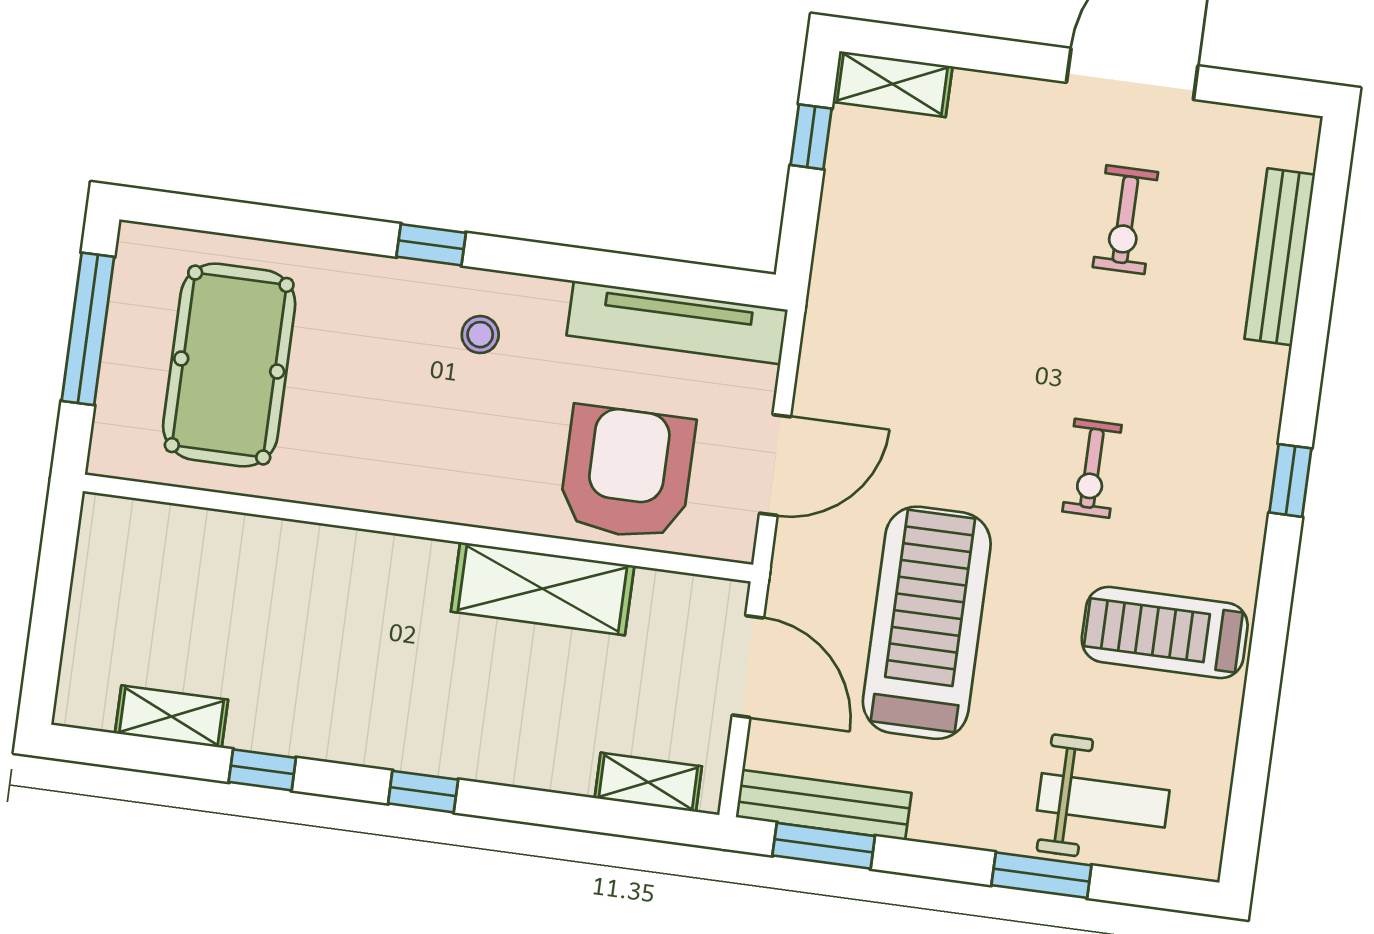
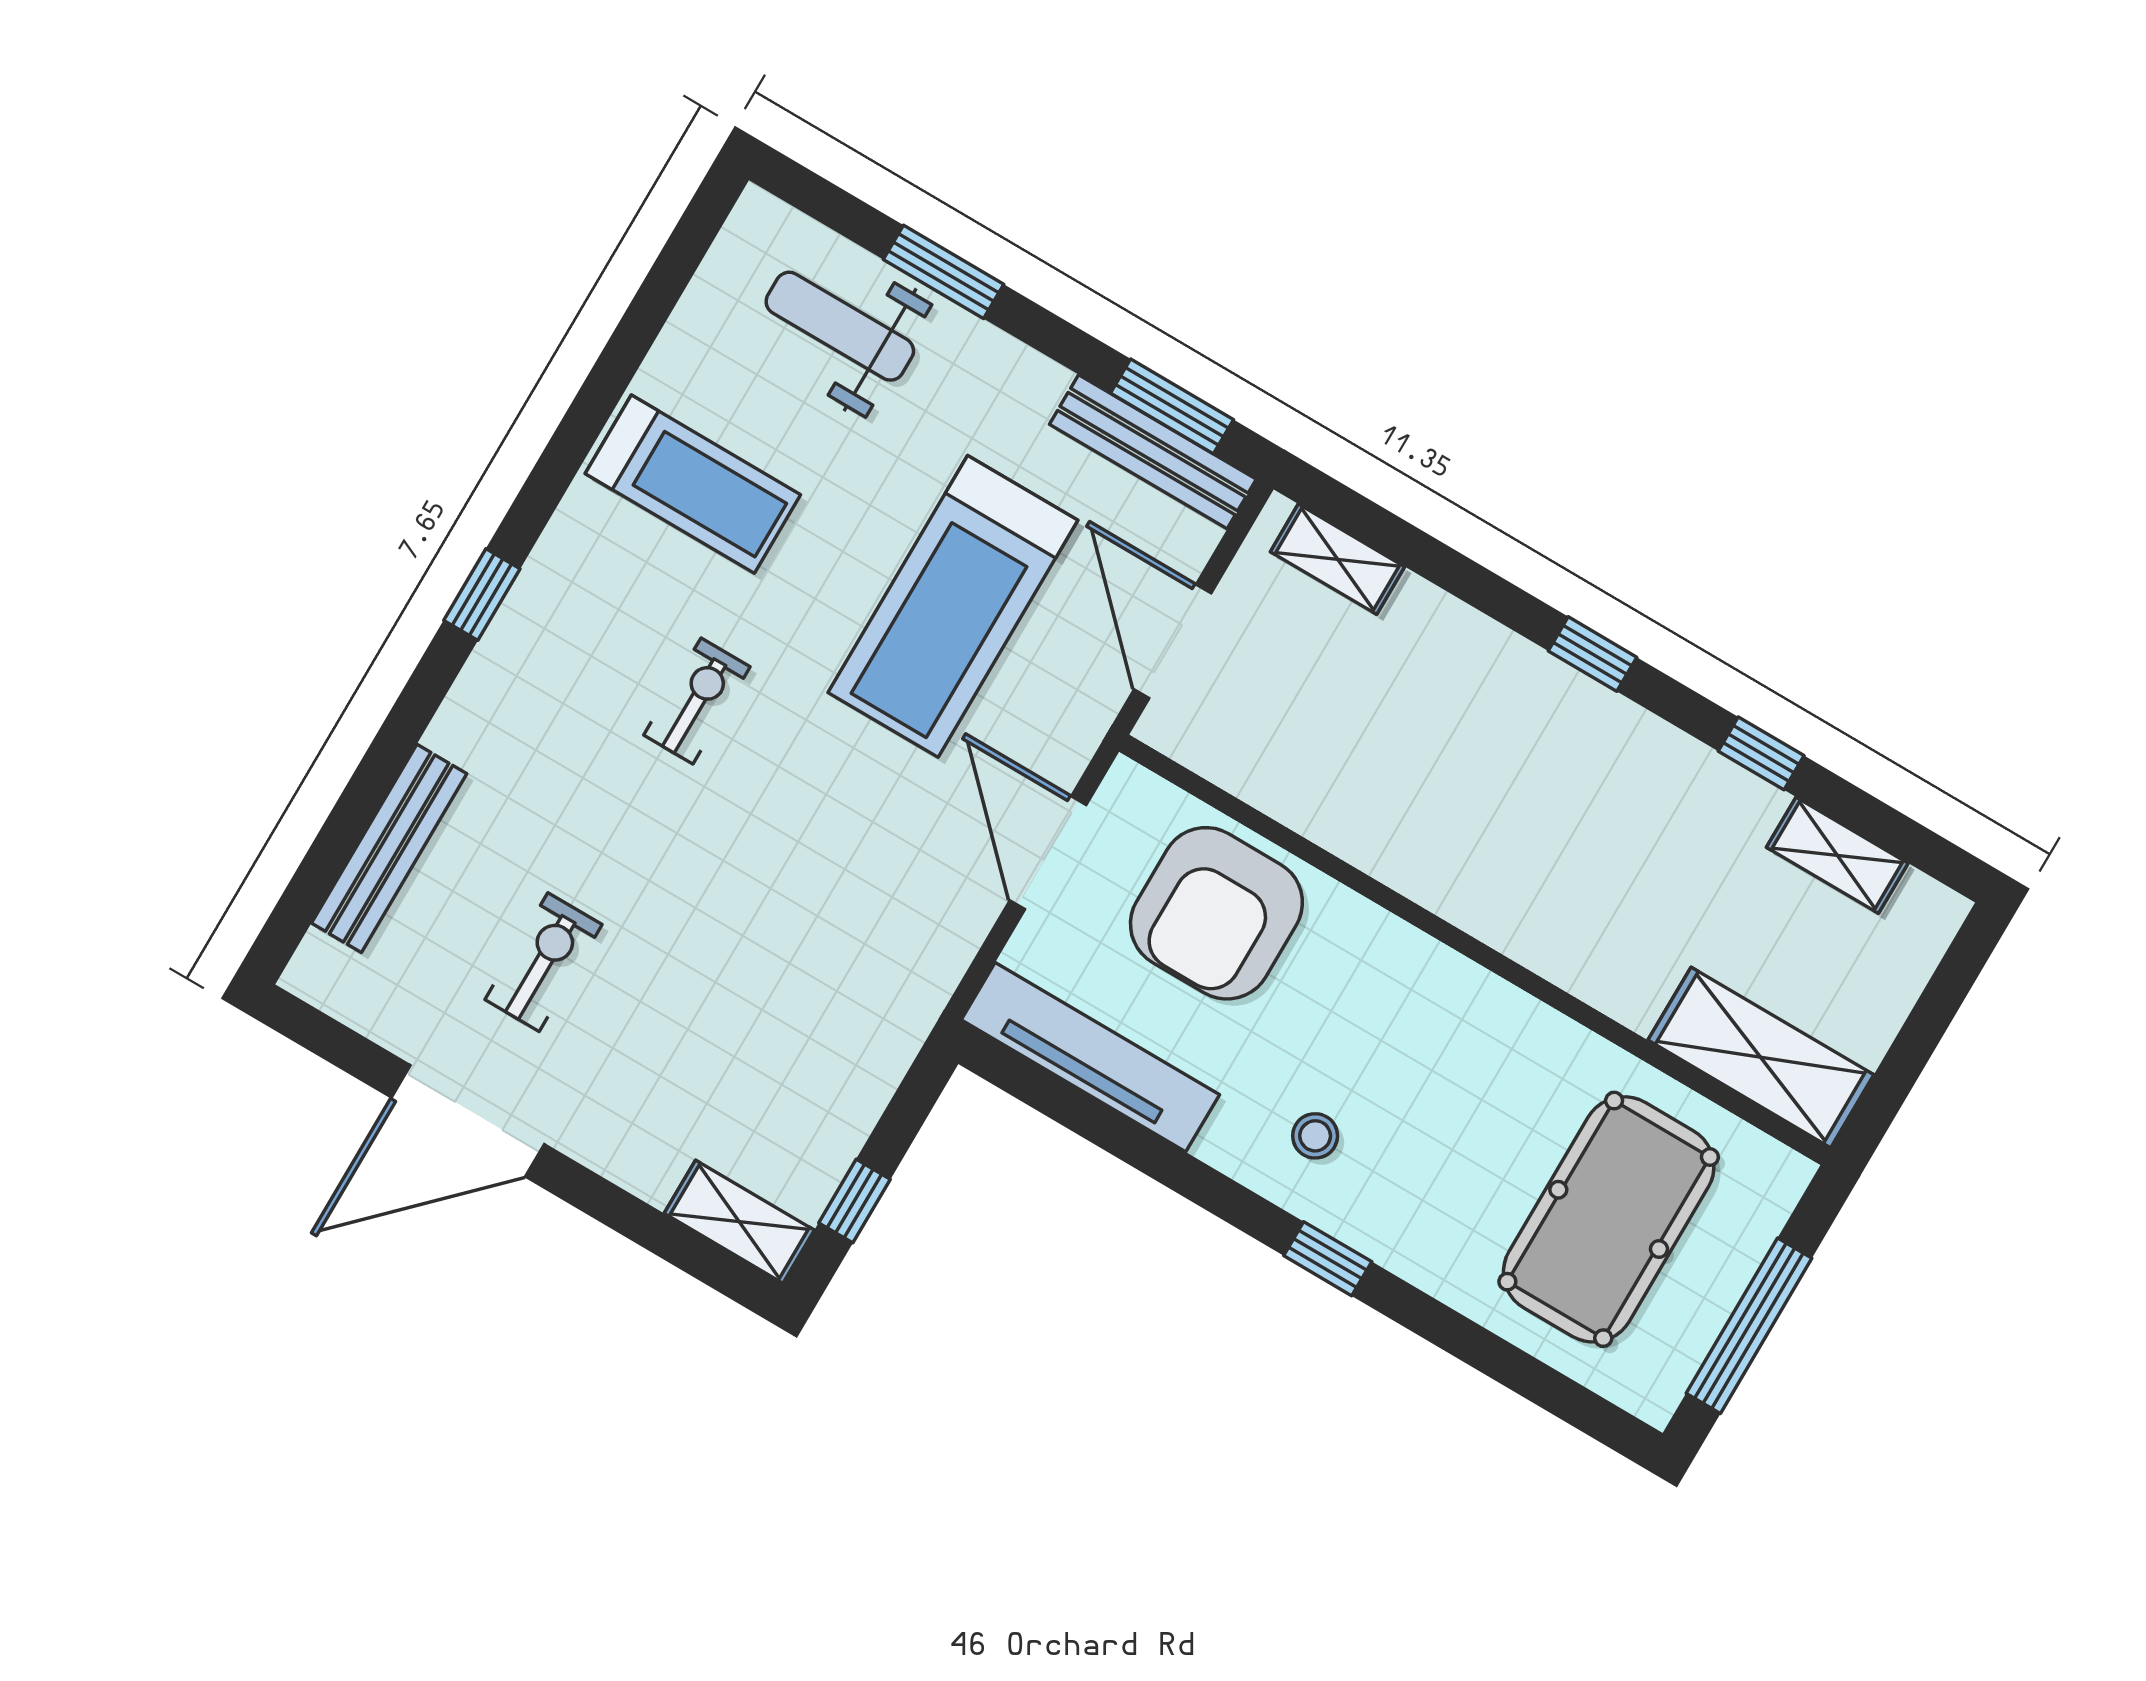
door: (775, 465) -> (1048, 853), hinge flipped
shelving: (543, 589) -> (1761, 1057), moved

